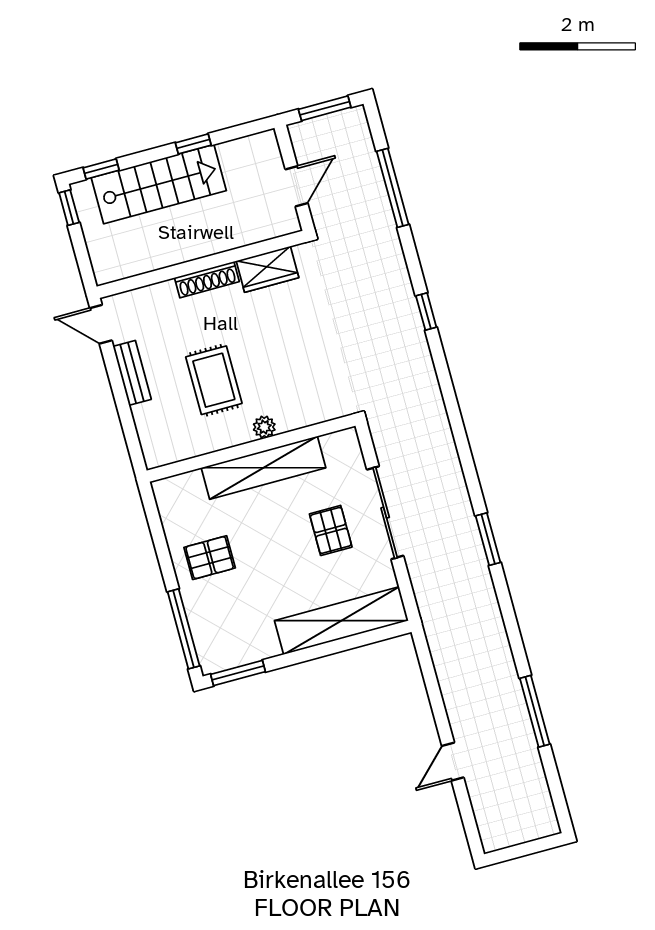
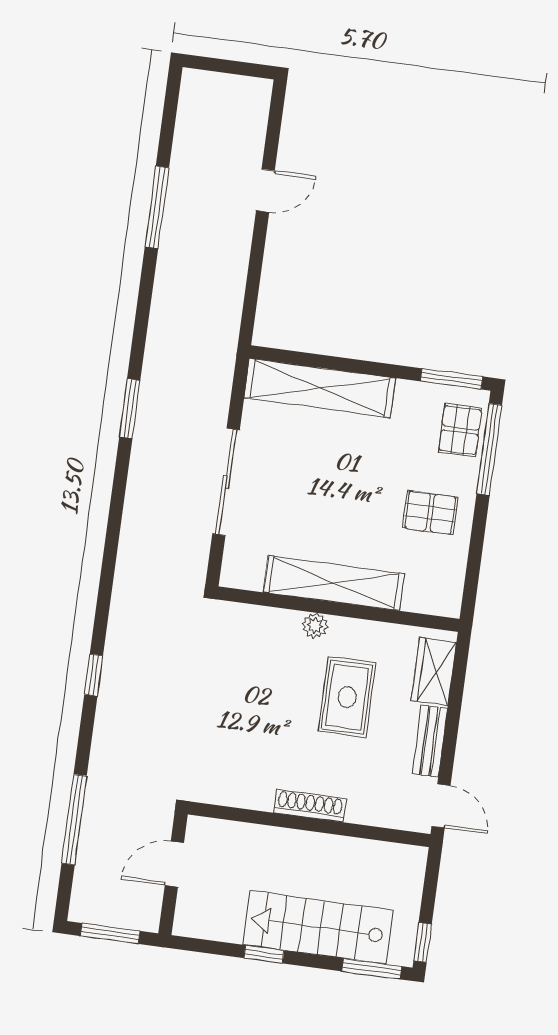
window: (101, 169) -> (372, 969), width x1.50
wardrobe: (267, 269) -> (434, 671), moved, turned -90
pallet: (331, 530) -> (460, 430), moved

